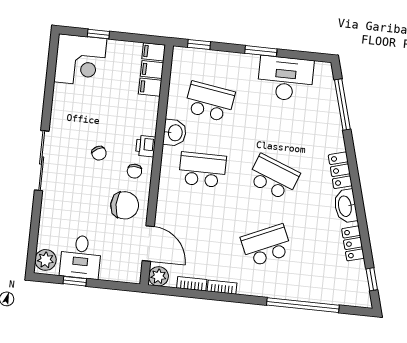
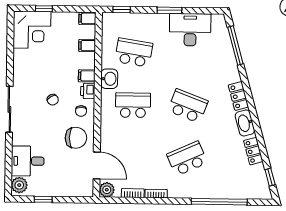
filing cabinet: (152, 70) -> (87, 76), moved
desk: (81, 257) -> (28, 161), moved, turned 90

